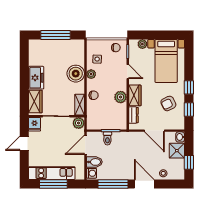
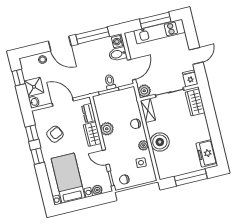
freezer: (36, 78) -> (207, 153), moved

